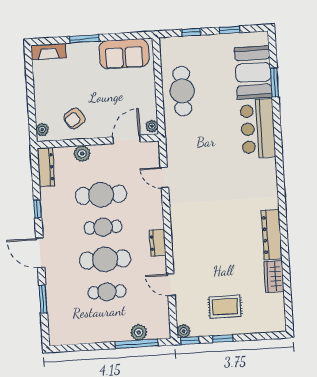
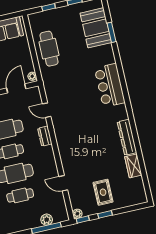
bar counter: (258, 129) -> (110, 85), moved
dresser: (158, 243) -> (45, 136), moved
rug: (225, 307) -> (103, 192), turned 90

